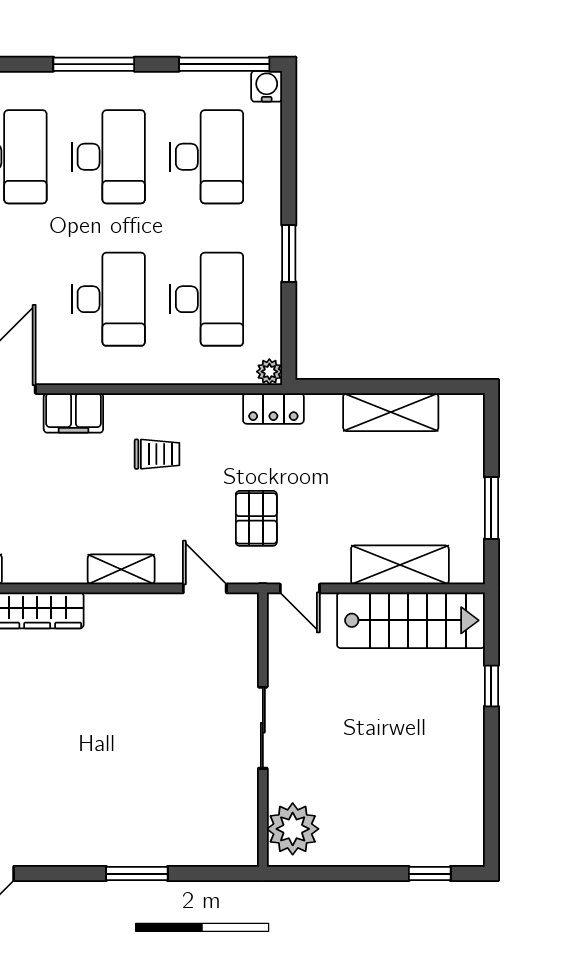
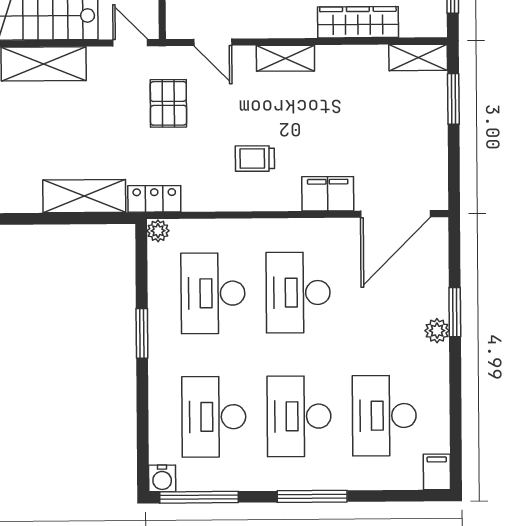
shelving: (391, 412) -> (84, 196), moved

